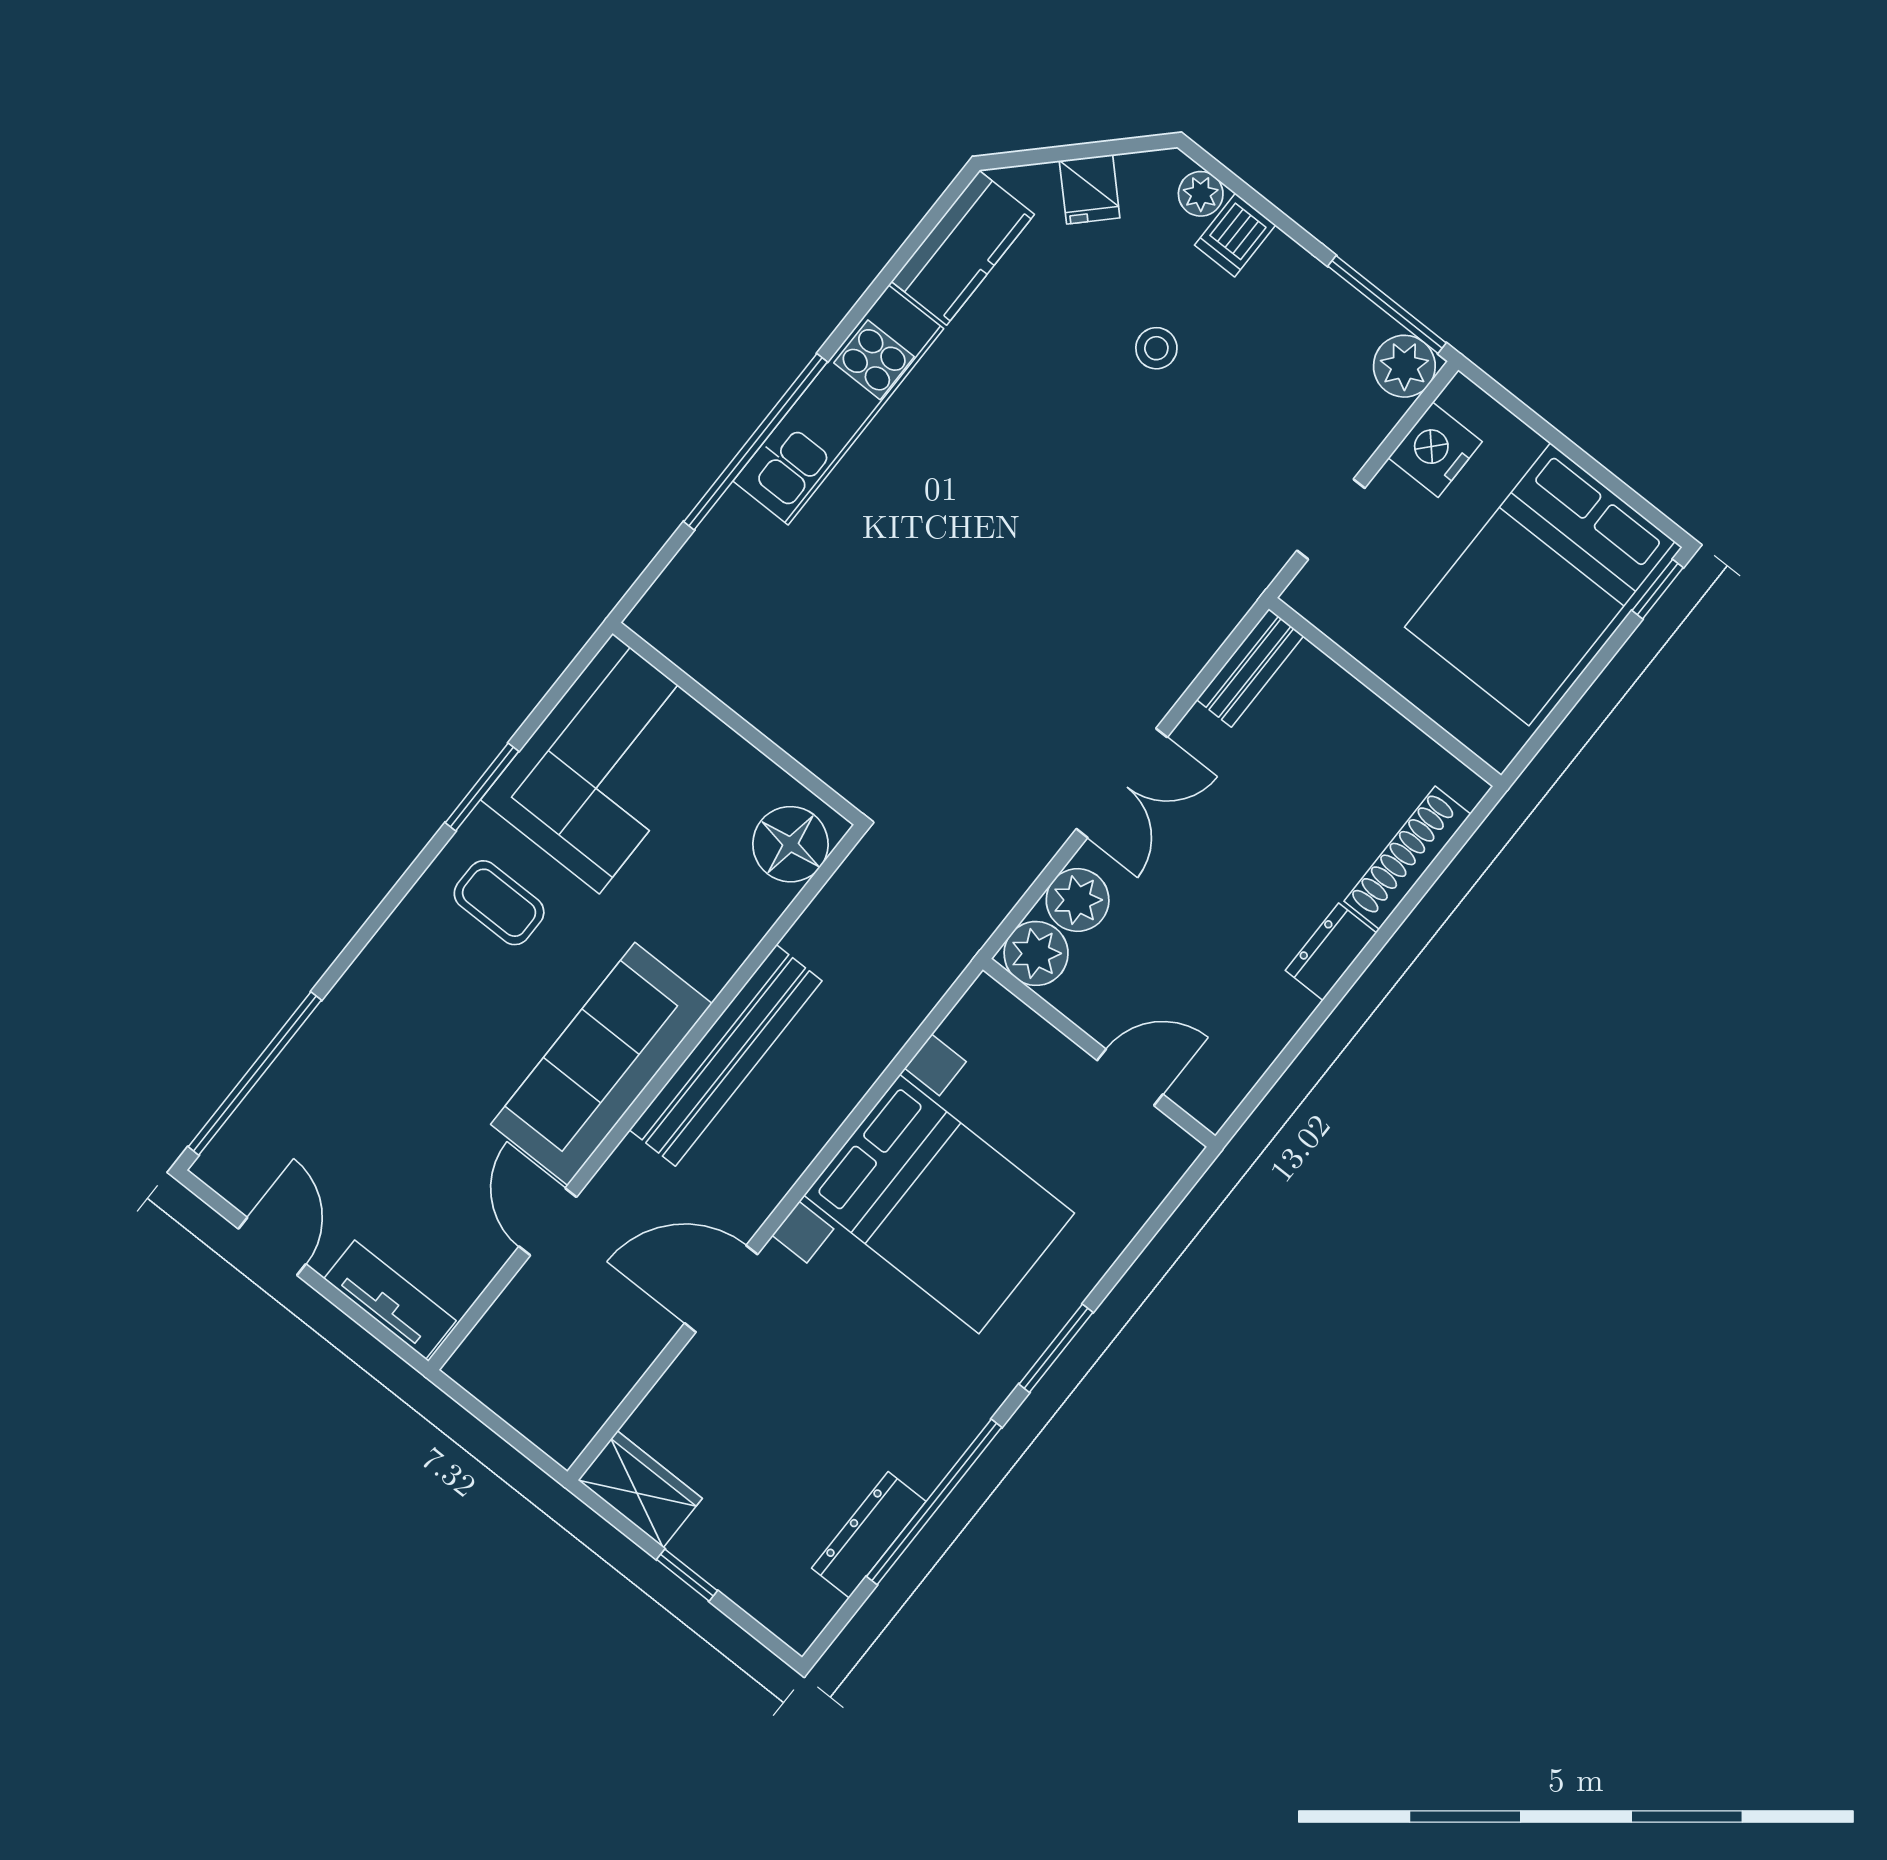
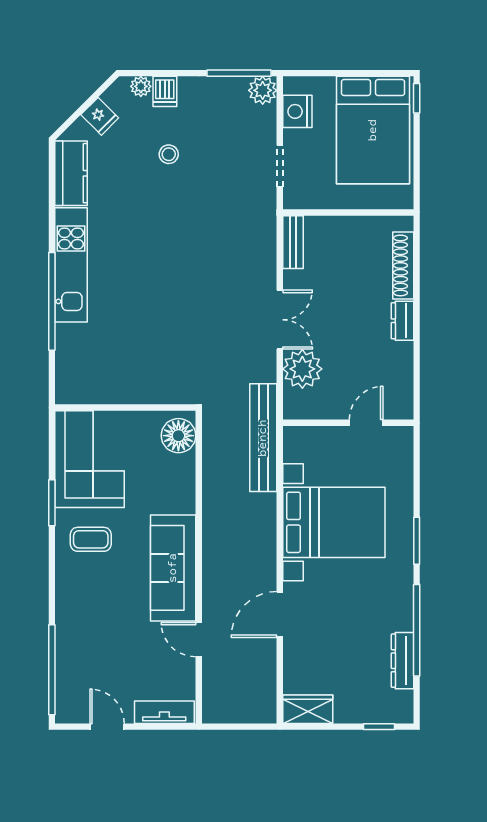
plant: (1078, 900) -> (302, 369), width x1.36, depth x1.36
plant: (1036, 953) -> (297, 405), removed
bench: (726, 1055) -> (263, 438), moved
window: (687, 1575) -> (379, 727), moved

